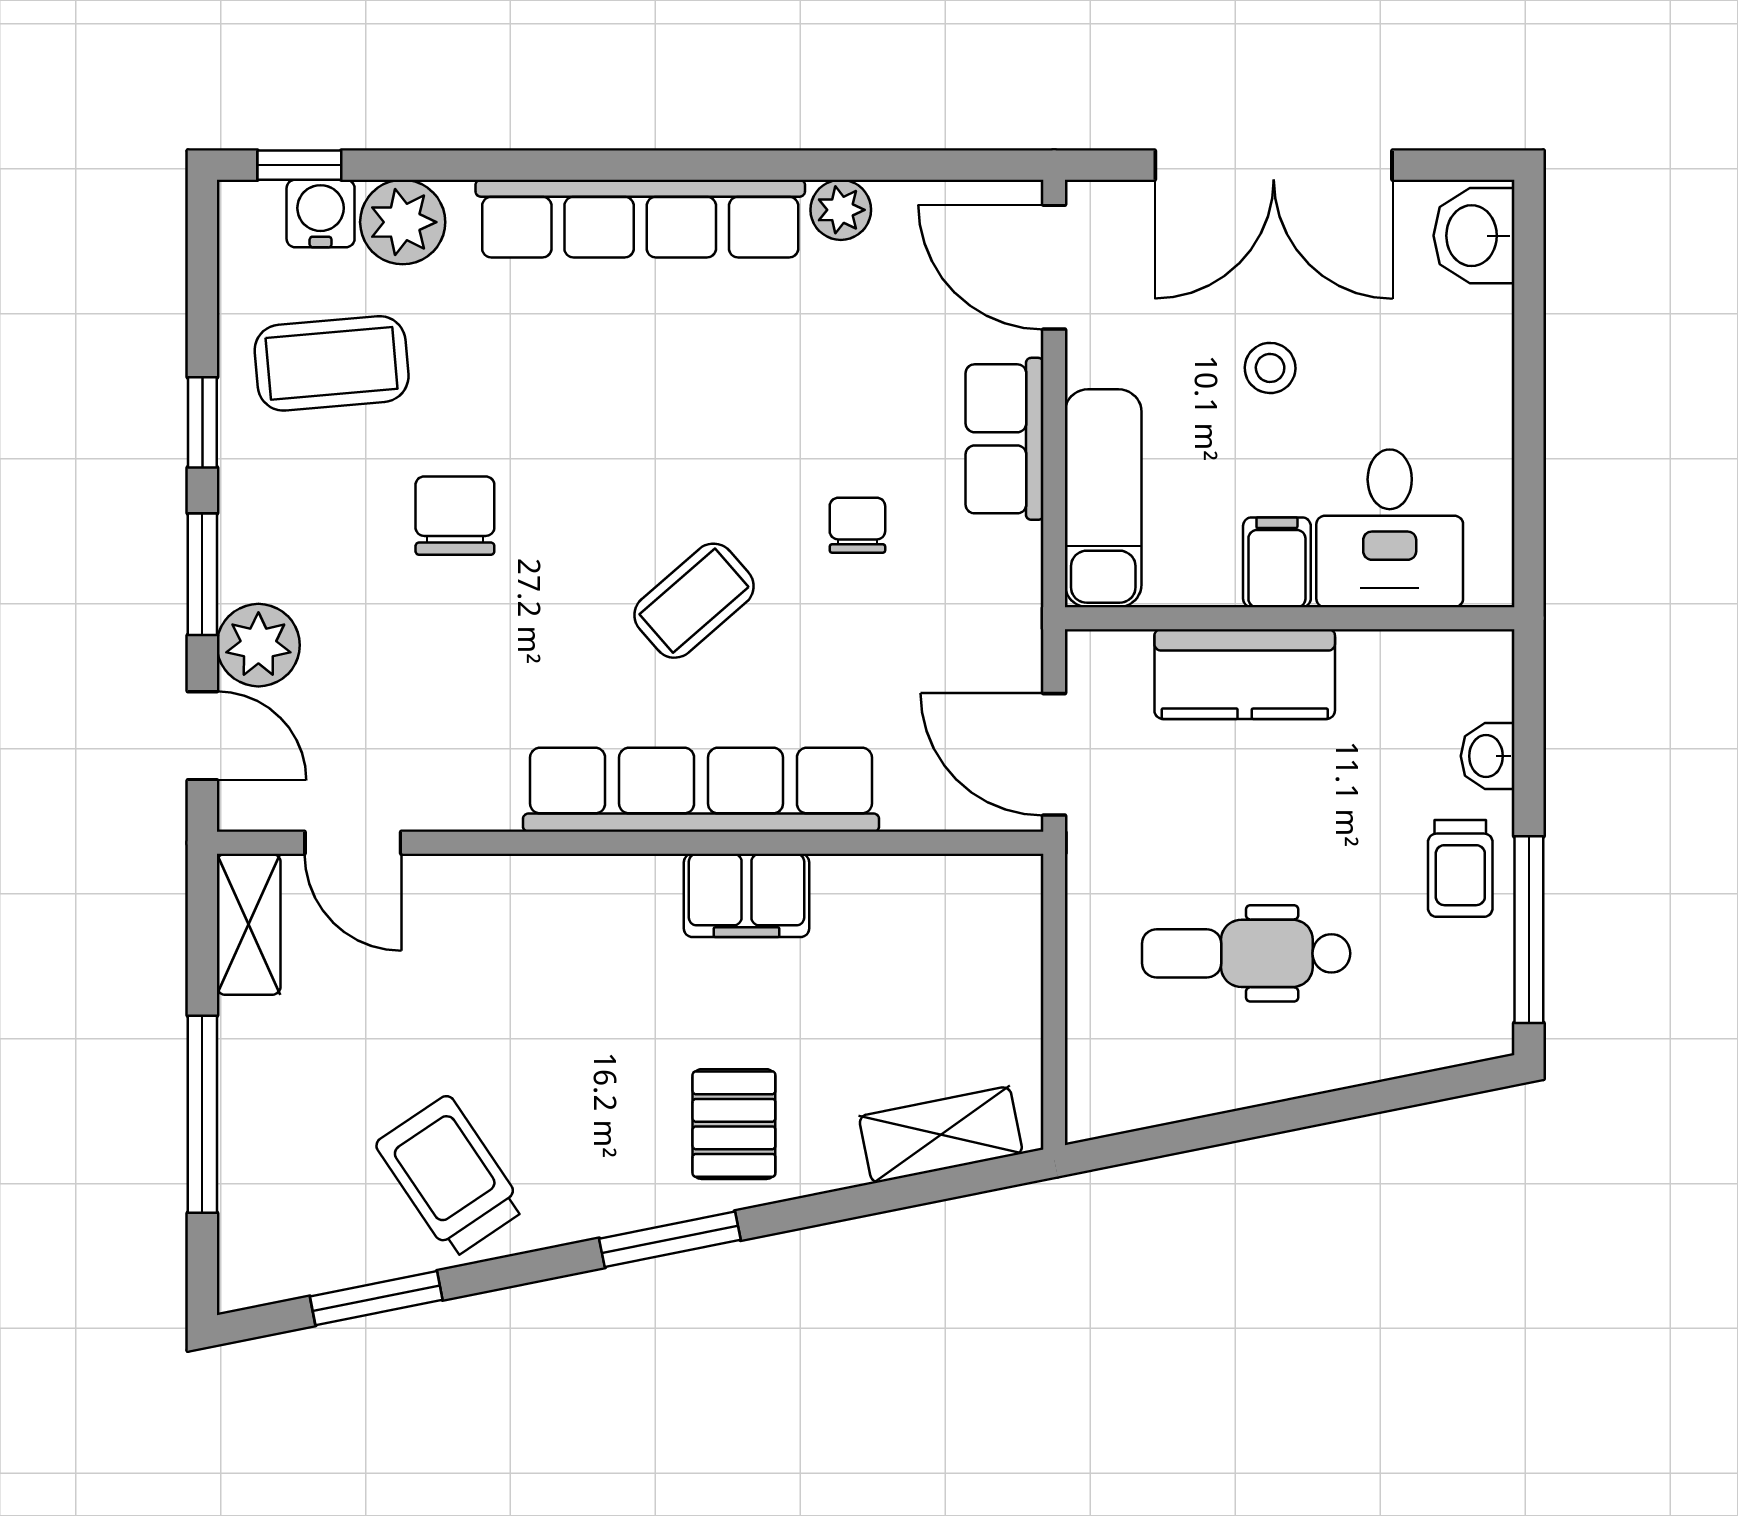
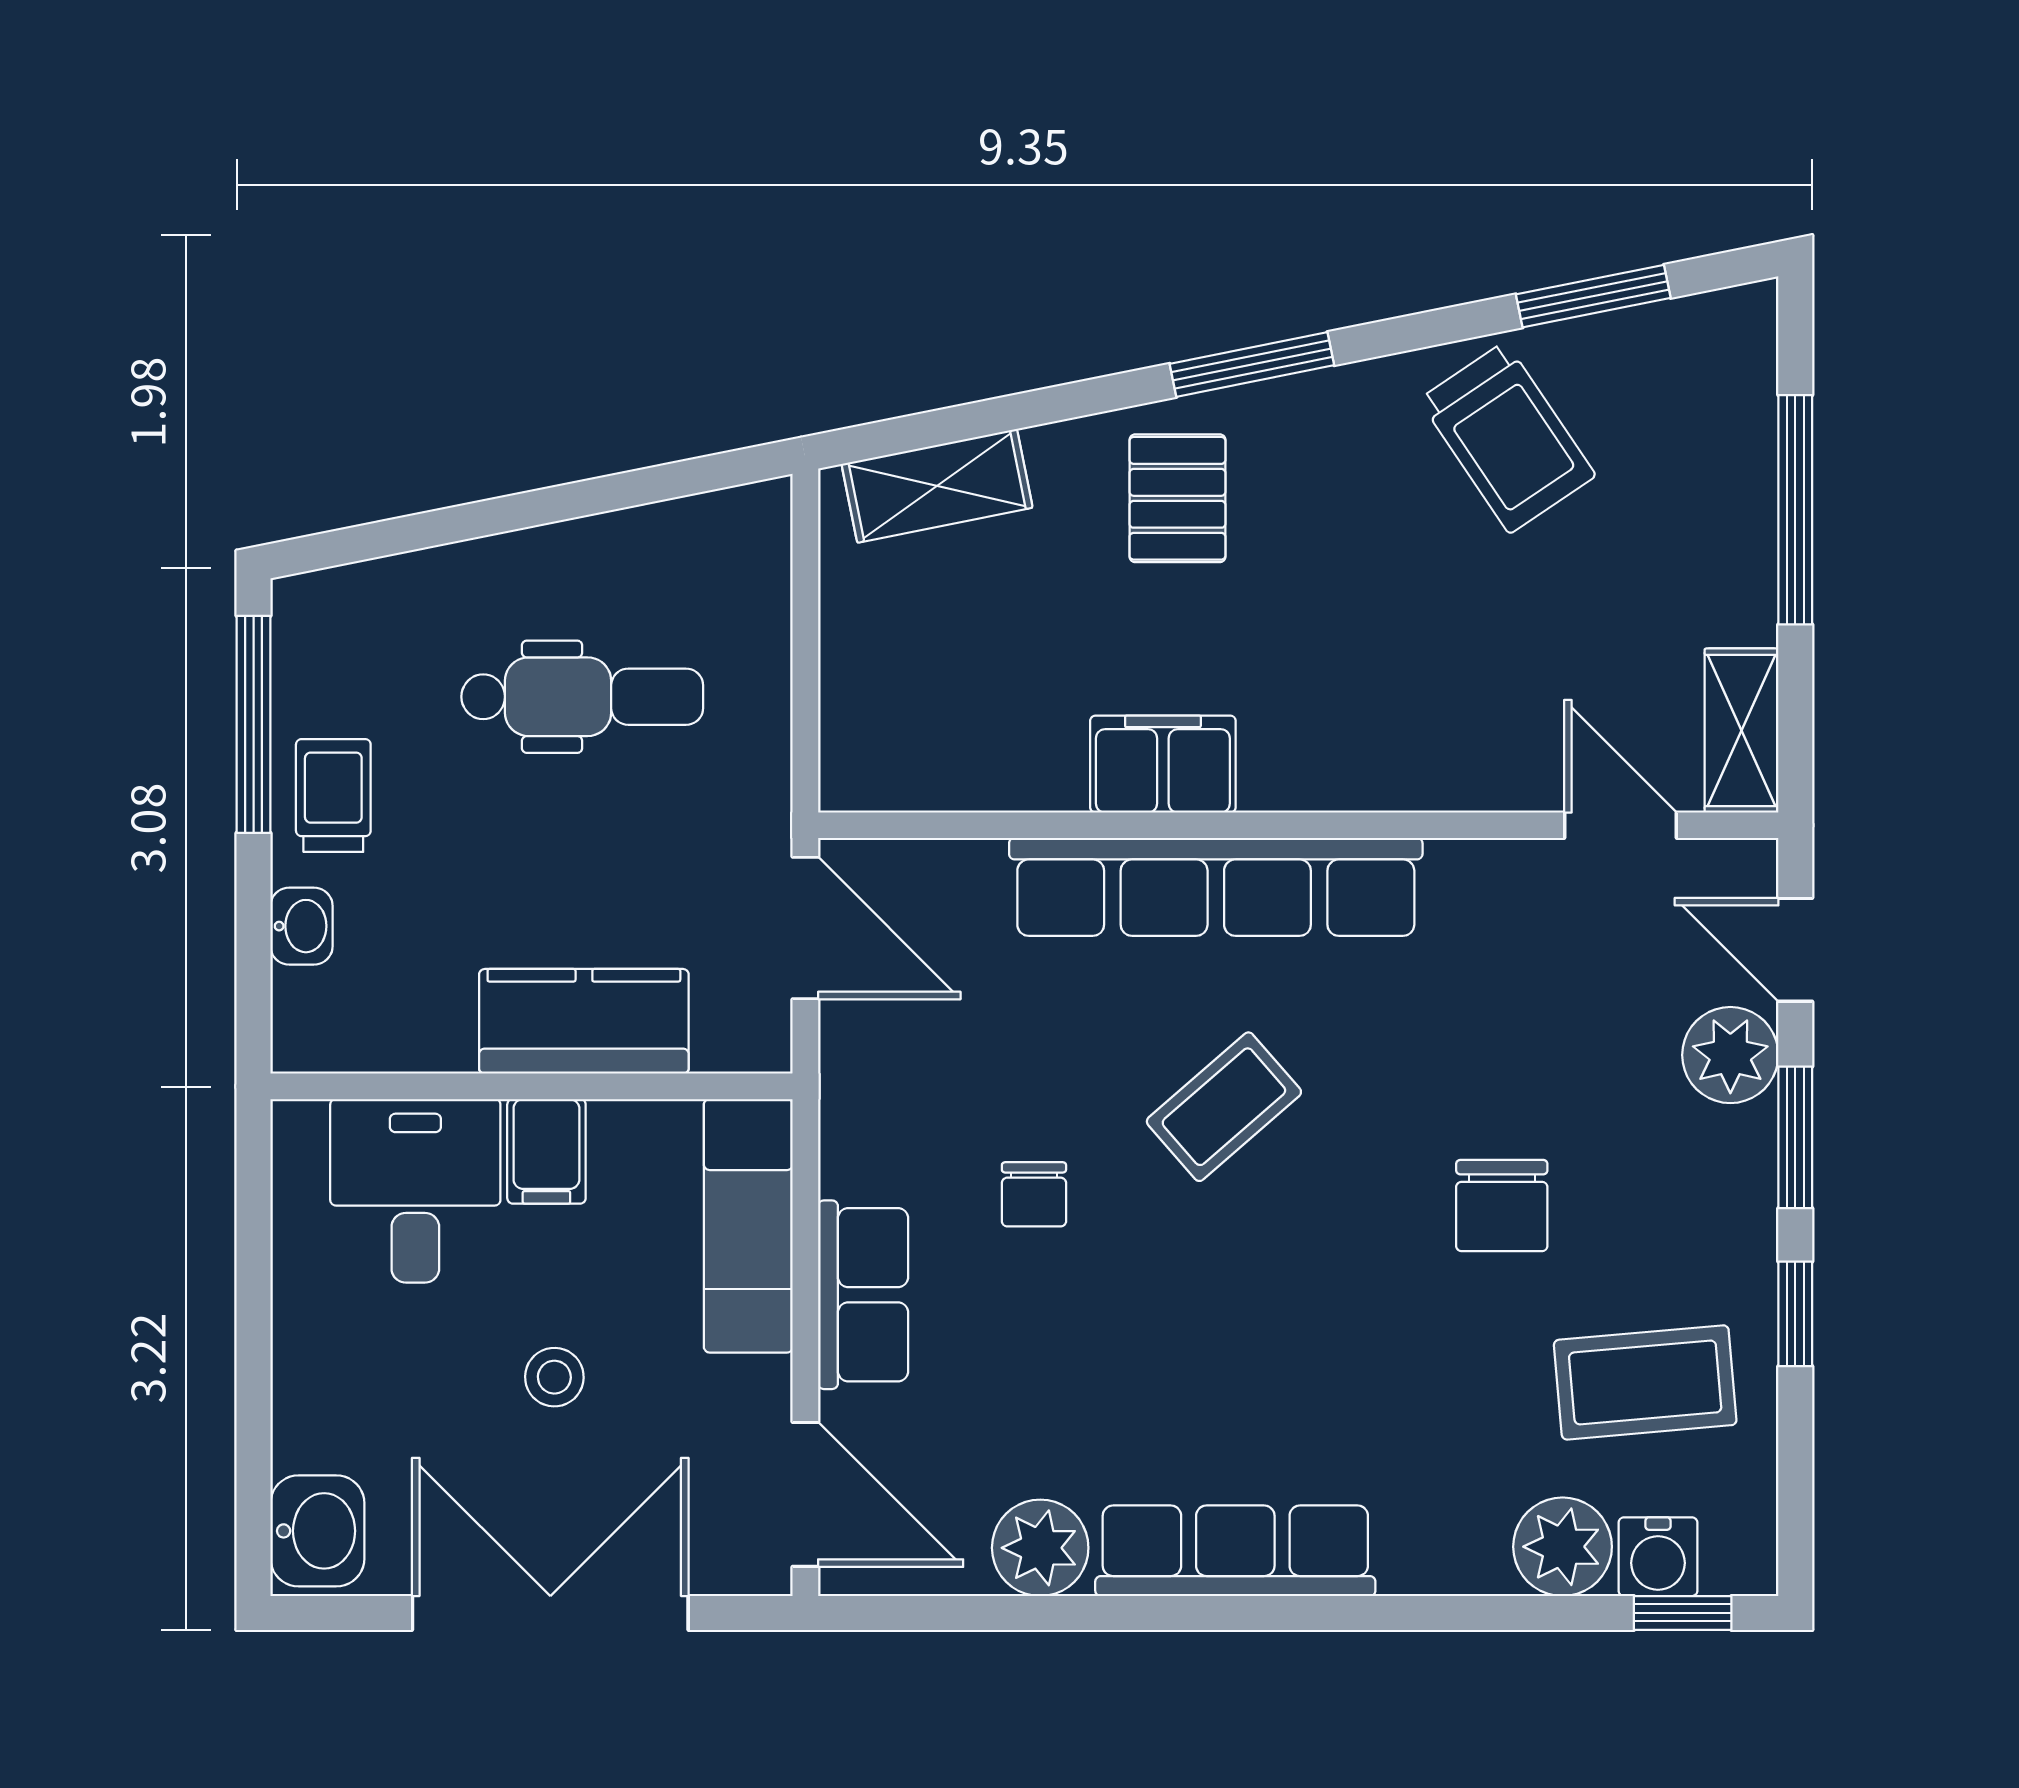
plant: (841, 210) -> (1040, 1548), width x1.38, depth x1.38
row of seats: (640, 219) -> (1235, 1551), width x0.73

